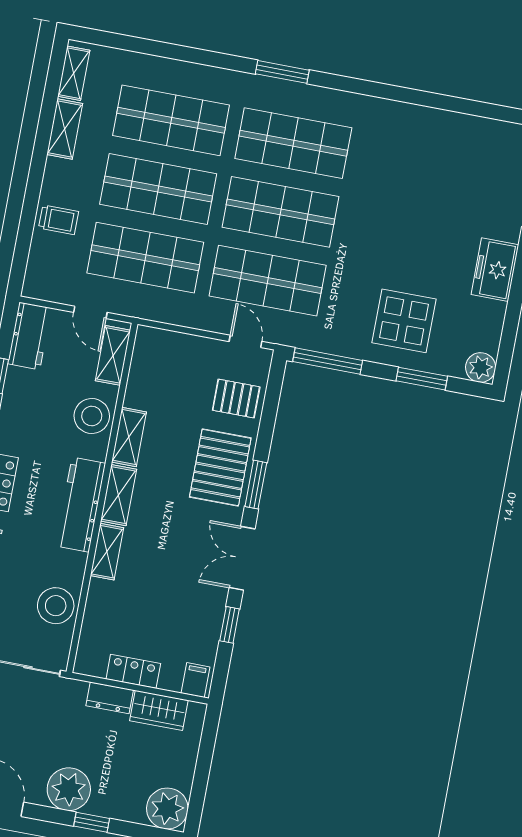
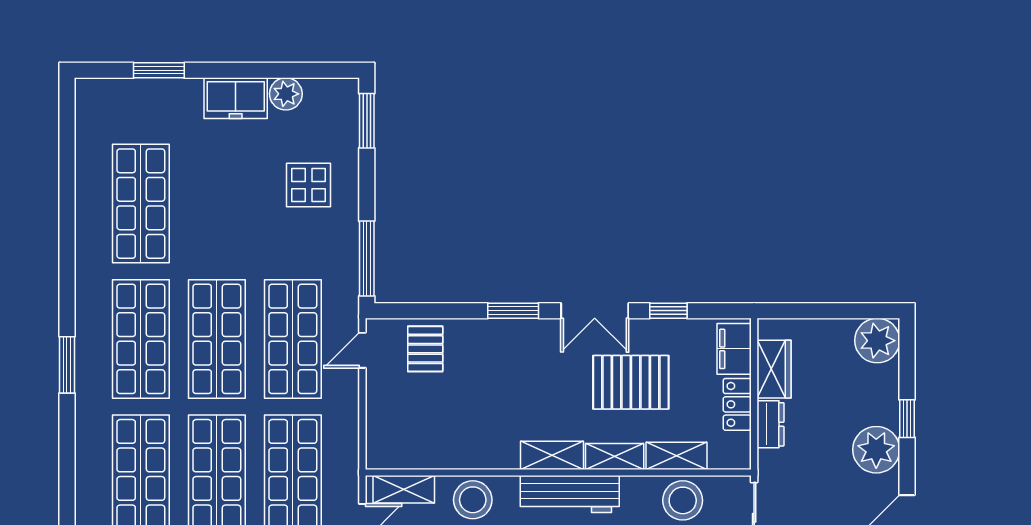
shop shelf: (416, 166) -> (141, 204), added
display table: (404, 321) -> (309, 185), width x0.73, depth x0.73
plant: (481, 367) -> (286, 94), moved
window: (422, 379) -> (367, 121), moved
shelving: (129, 437) -> (676, 456), moved
pallet: (220, 467) -> (631, 382), moved
filing cabinet: (195, 680) -> (734, 349), width x2.00

